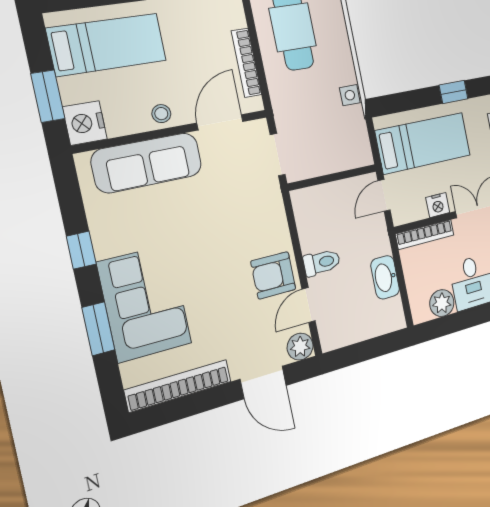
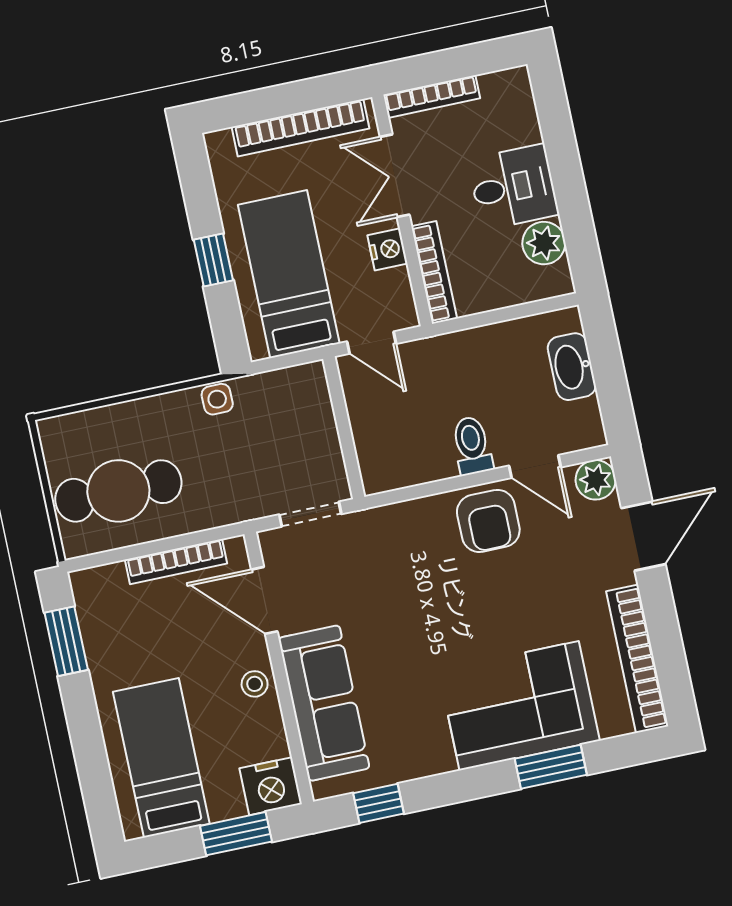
window: (454, 92) -> (213, 260), moved
window: (81, 250) -> (378, 803), moved
washbasin: (385, 277) -> (572, 367), moved, turned 90

